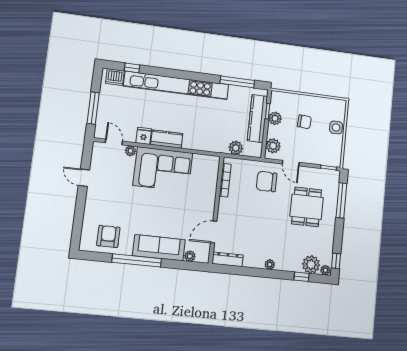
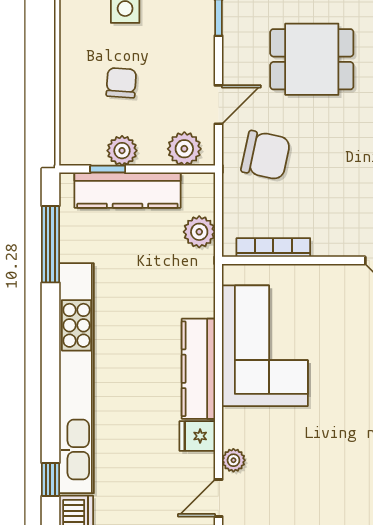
kitchen counter: (167, 139) -> (198, 369), width x1.50
corner sofa: (163, 169) -> (265, 346), moved
chair: (267, 181) -> (266, 155), turned -78

